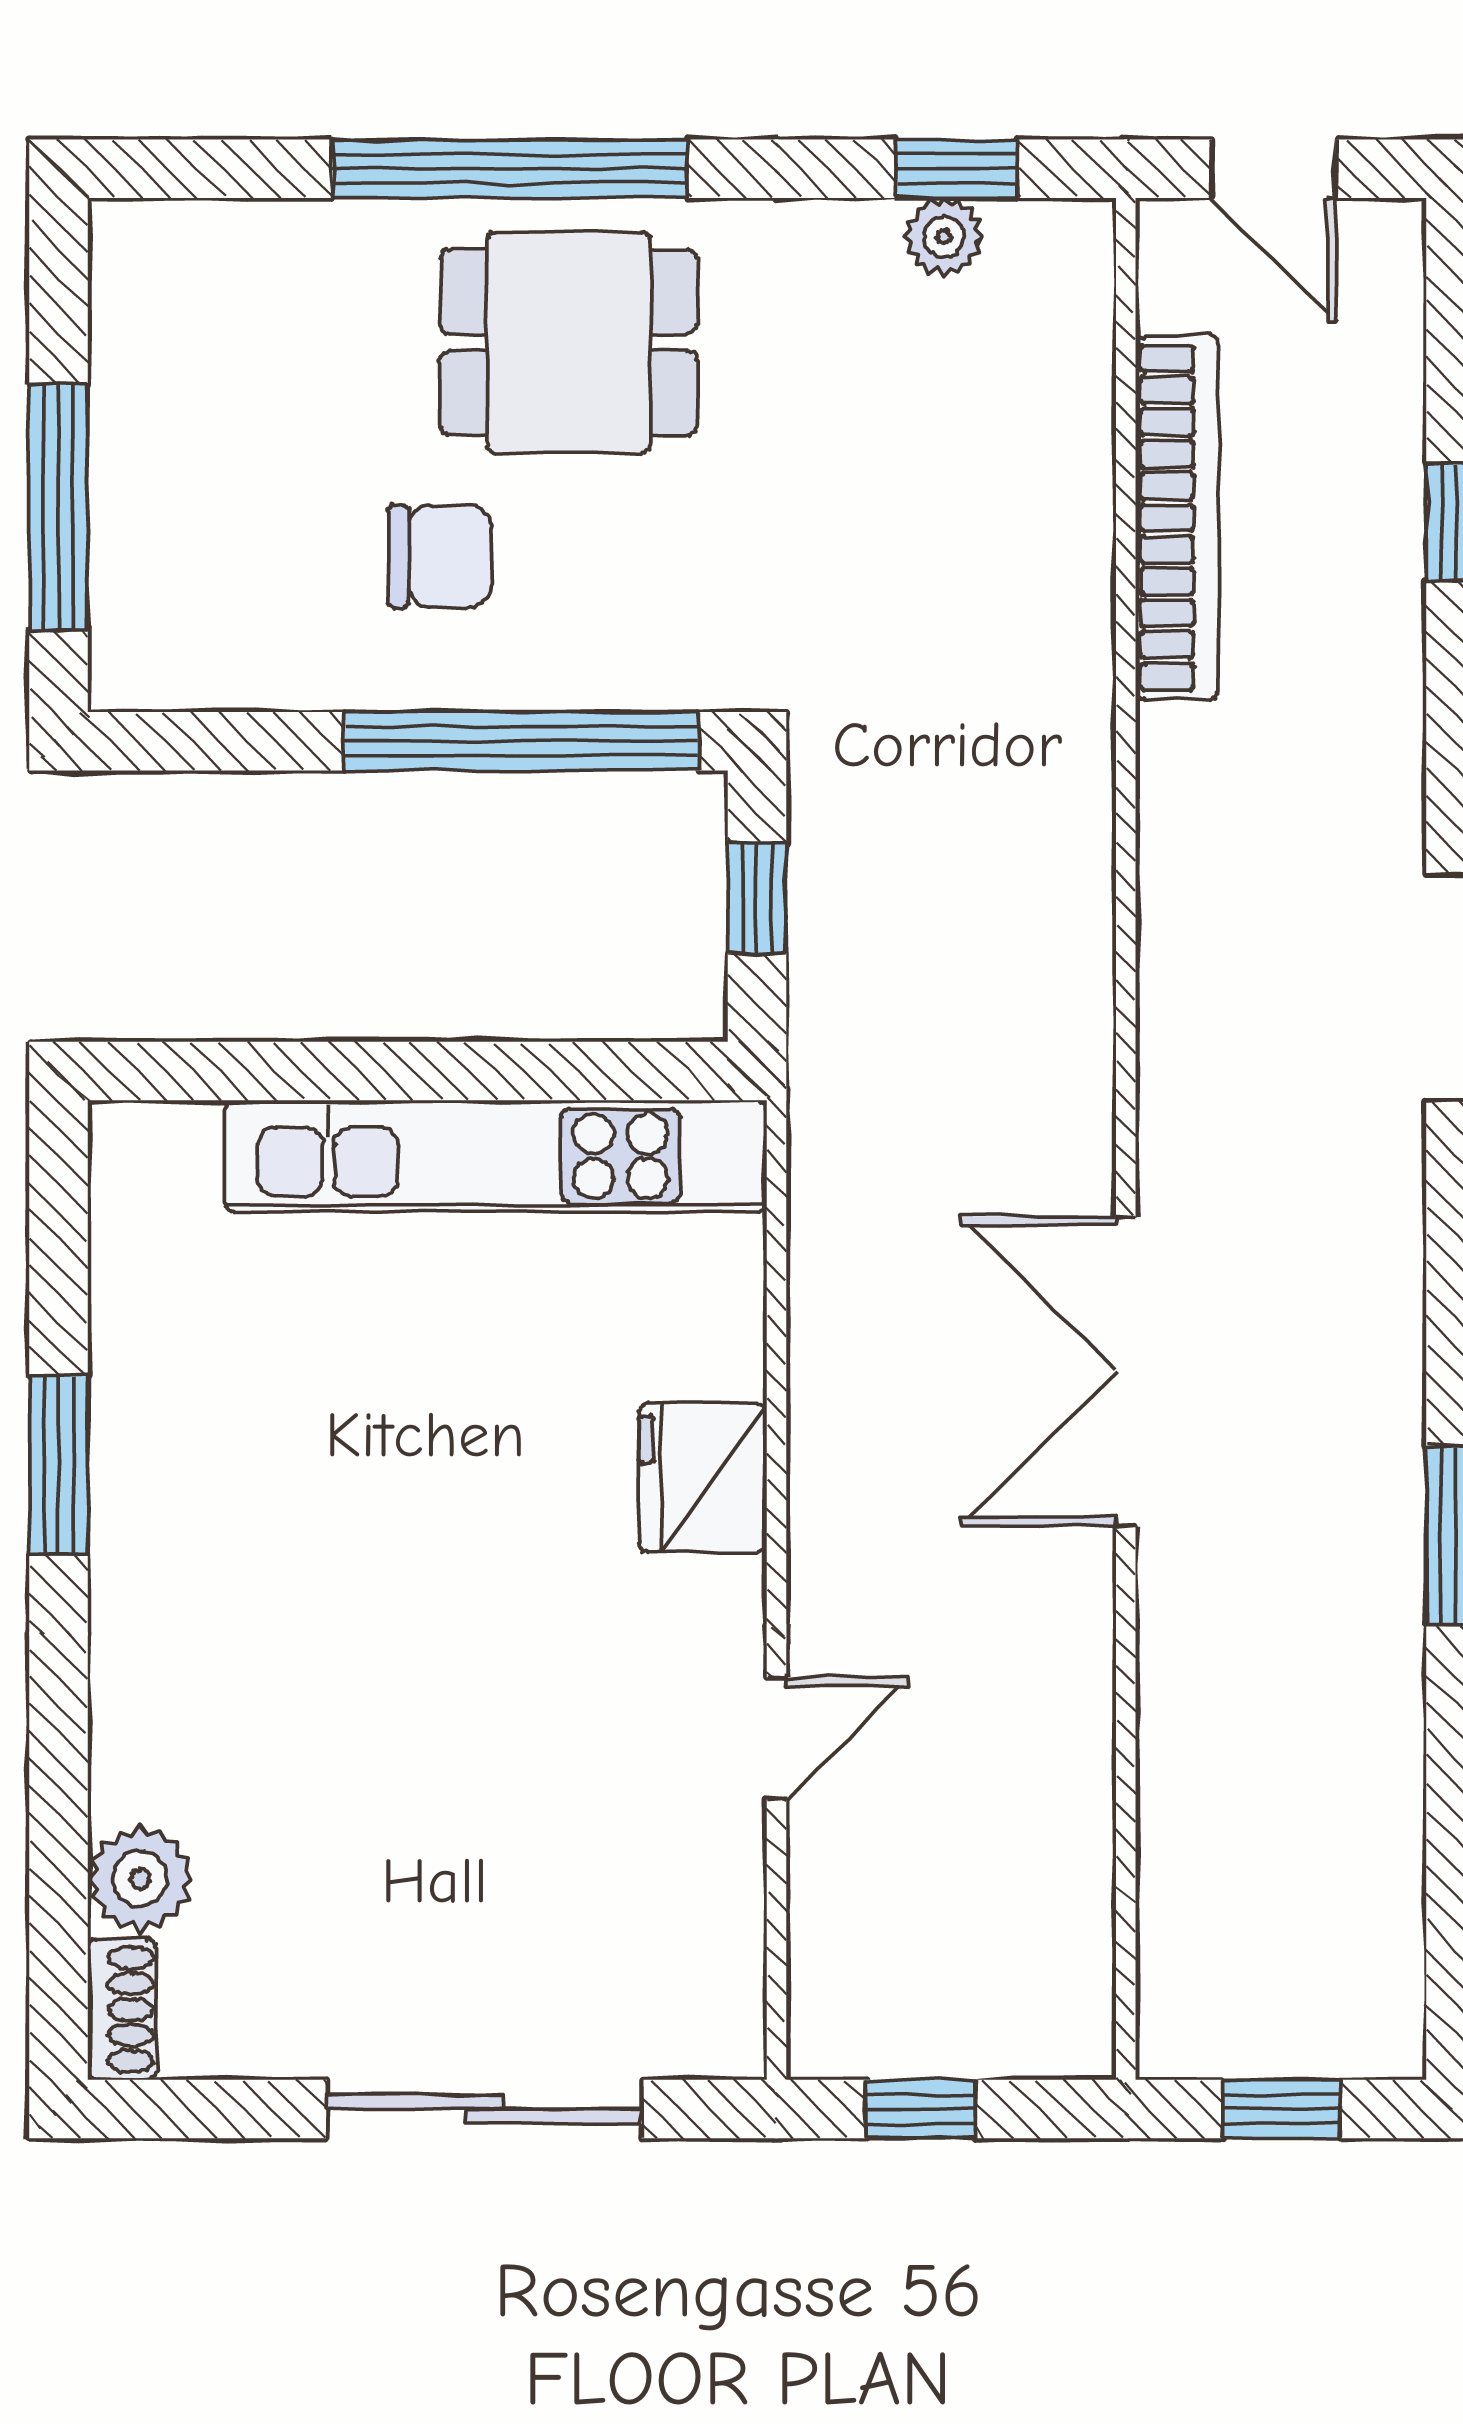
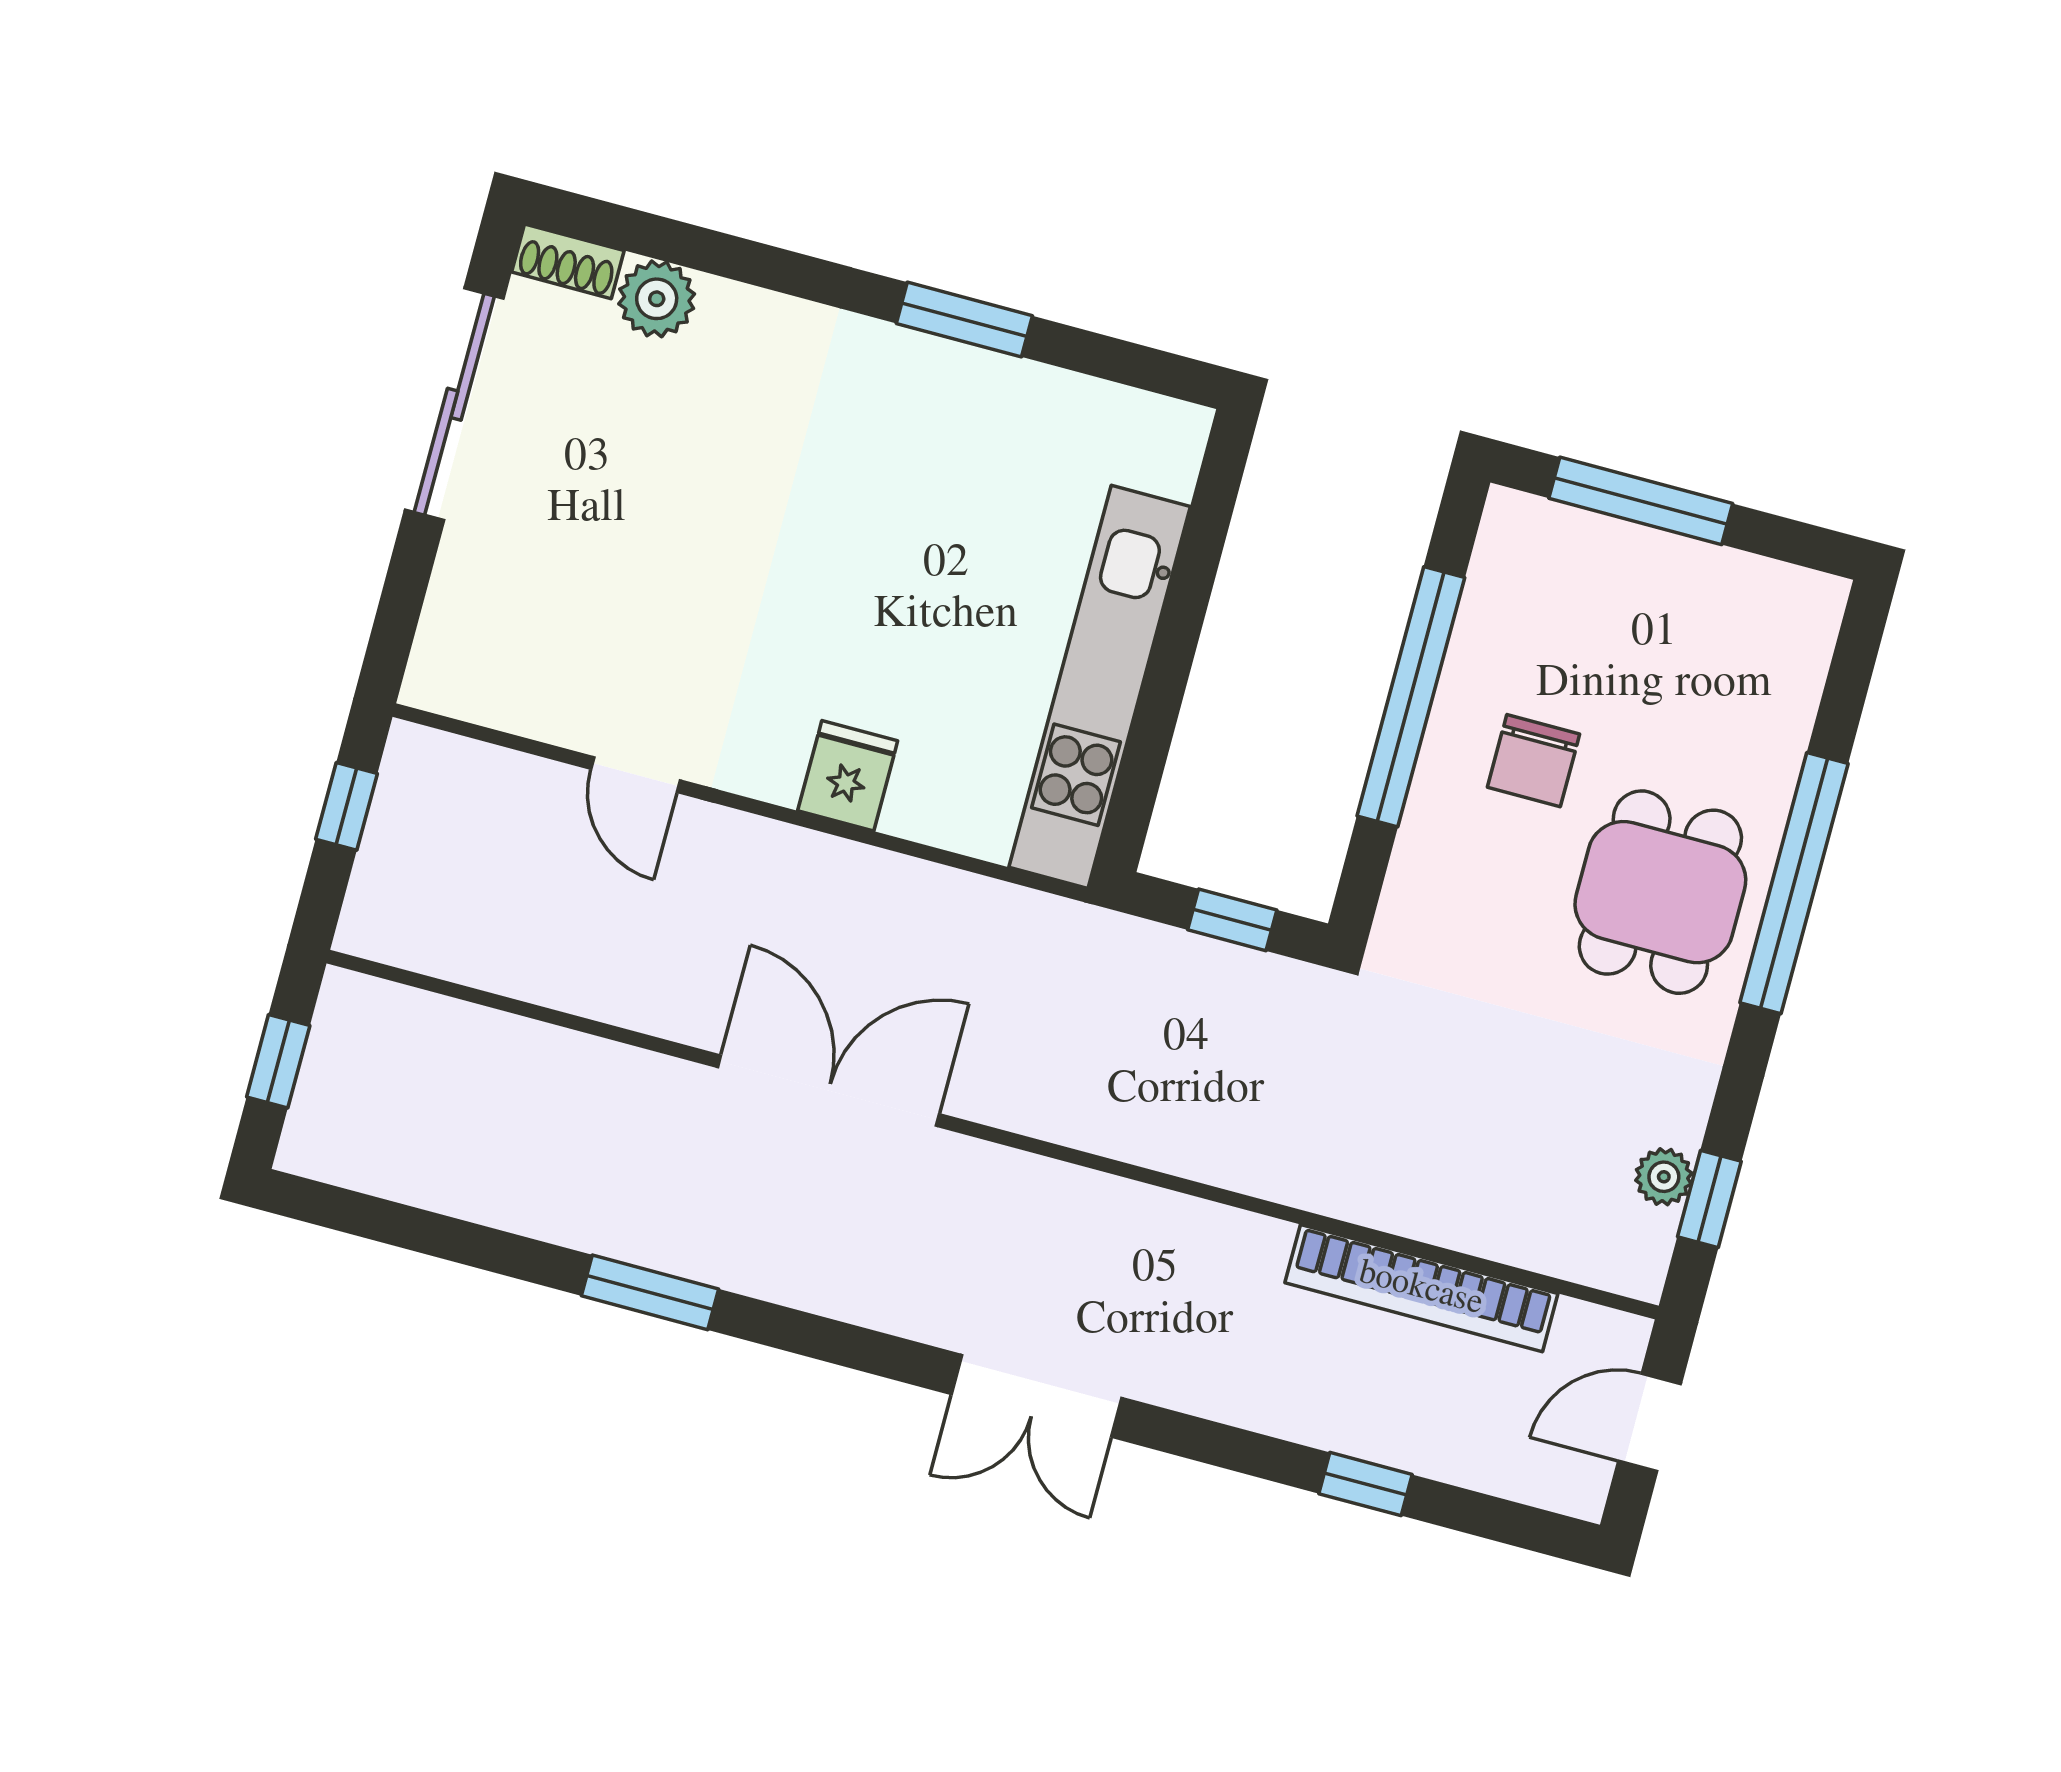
window: (521, 741) -> (1411, 697), moved
fridge: (703, 1478) -> (848, 776), width x0.72
sliding door: (484, 2109) -> (454, 404), moved

